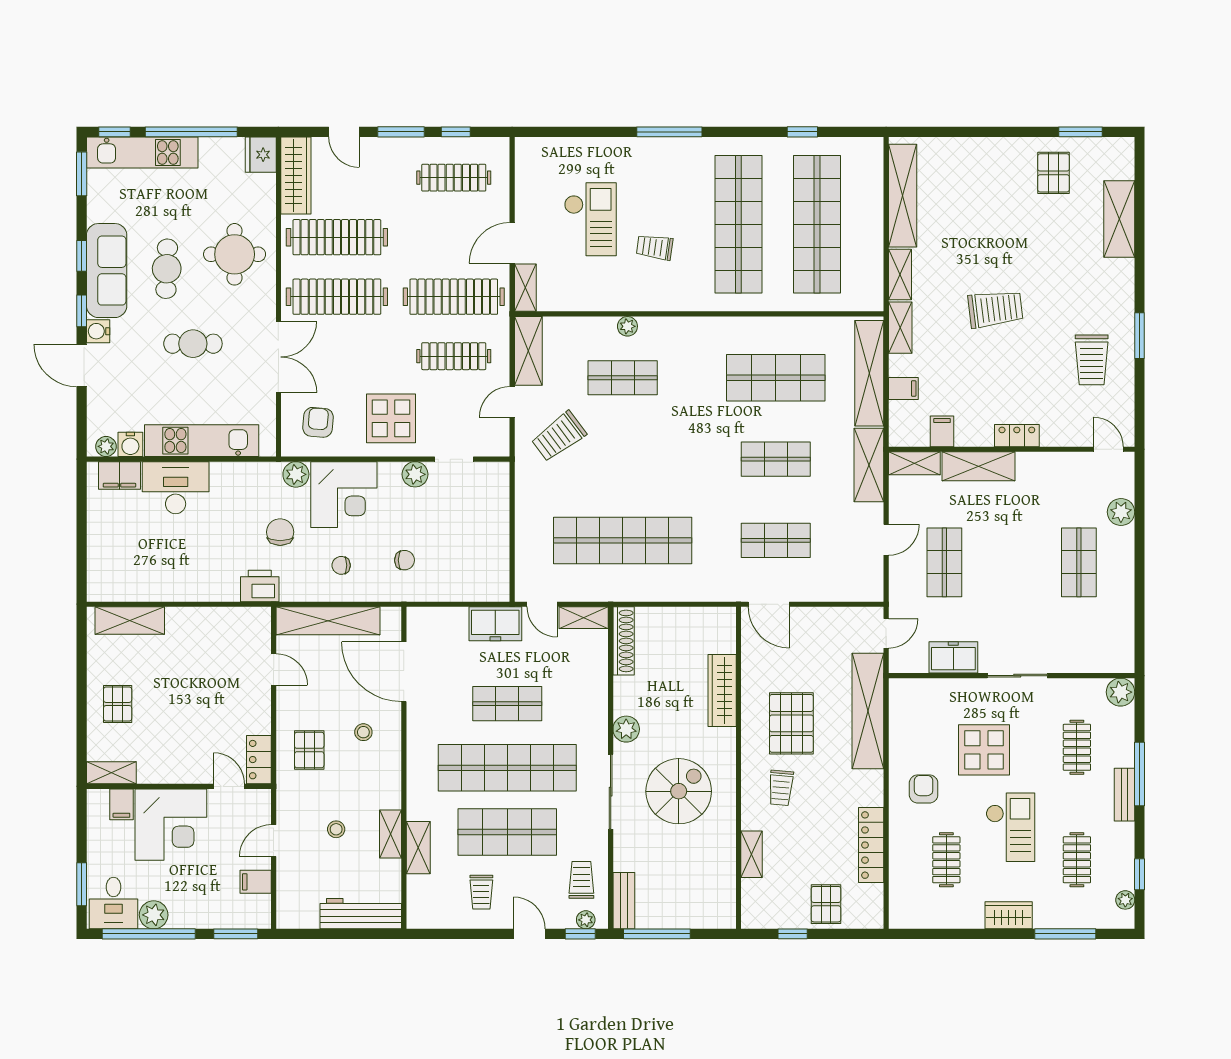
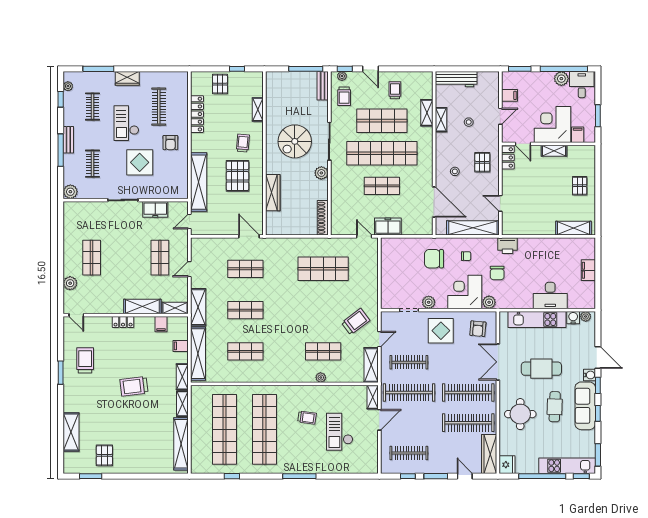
cafe table: (193, 344) -> (541, 369), width x1.37, depth x1.35
shop shelf: (776, 378) -> (245, 351), width x0.70, depth x0.74
filing cabinet: (119, 475) -> (588, 270), moved, turned -90
shop shelf: (623, 540) -> (323, 269), width x0.71
chair: (405, 560) -> (434, 259), width x1.87, depth x1.87
shelving: (584, 618) -> (343, 230), removed
shelving: (111, 773) -> (554, 151), moved
clothes rail: (946, 860) -> (159, 107), width x1.36
window: (82, 884) -> (598, 116), moved

